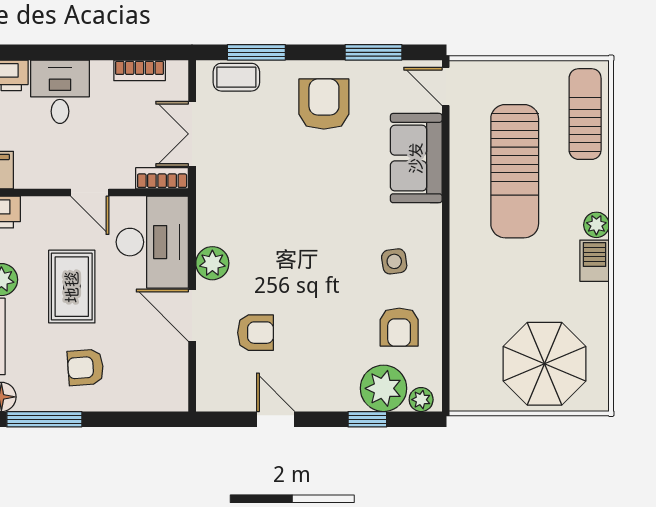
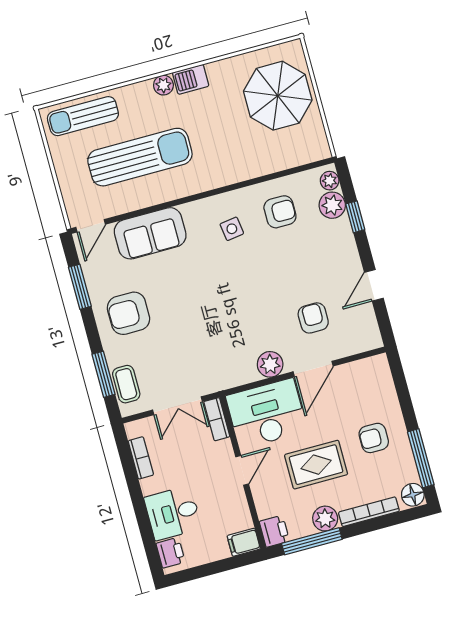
armchair: (85, 367) -> (374, 438), turned 94
plant: (383, 388) -> (332, 205), width x0.73, depth x0.73

